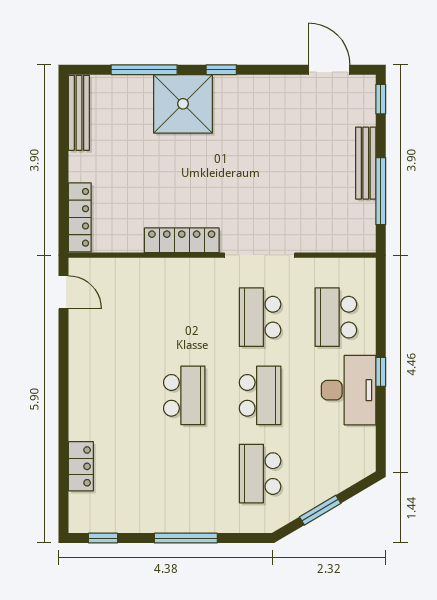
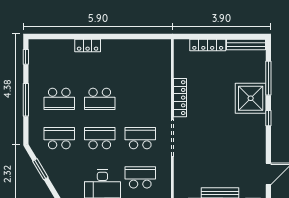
locker: (80, 217) -> (208, 45), moved
door: (64, 292) -> (153, 36), removed
school desk: (260, 395) -> (100, 138), turned 180
locker: (81, 466) -> (88, 45), moved
school desk: (184, 474) -> (59, 99), added

